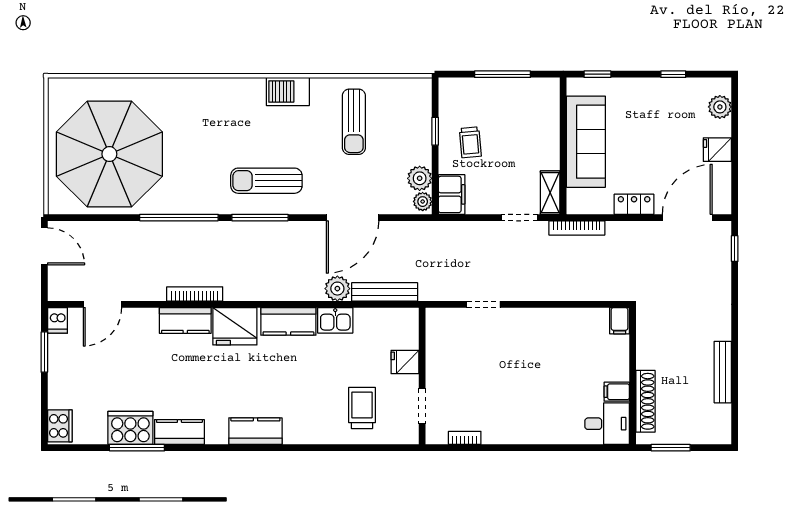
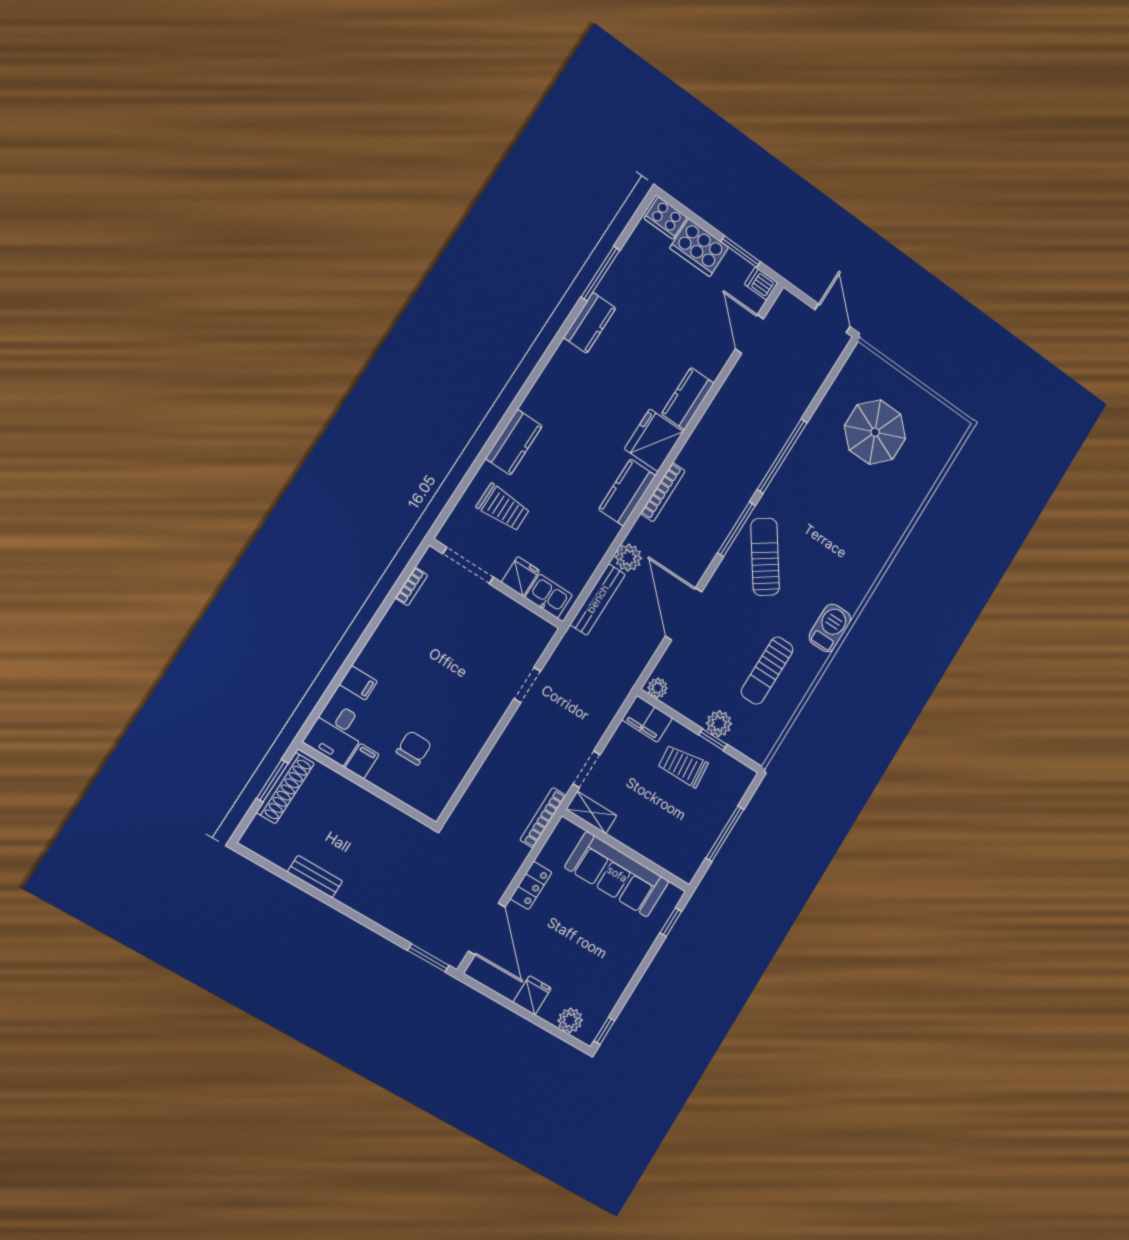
window: (673, 74) -> (604, 1031), moved
sun lounger: (354, 122) -> (767, 671), turned -90
trolley: (470, 142) -> (683, 766), width x1.36, depth x1.39
parasol: (109, 154) -> (875, 432), width x0.54, depth x0.54
plant: (420, 178) -> (719, 724), moved
sun lounger: (266, 181) -> (765, 557), turned -35
door: (44, 246) -> (832, 318), swing flipped
window: (735, 249) -> (428, 958), width x1.50
bookcase: (195, 294) -> (663, 492), moved
kitchen sink: (335, 320) -> (549, 596), moved, turned 90
filing cabinet: (620, 321) -> (358, 683), moved, turned 180
chair: (584, 360) -> (414, 748), added
bench: (723, 372) -> (315, 877), width x0.73
shoe rack: (645, 401) -> (285, 788), moved, turned -90
doorway: (422, 406) -> (468, 565), width x1.38
cooker: (130, 428) -> (699, 248), moved, turned 90
kitchen counter: (255, 431) -> (514, 442), moved

